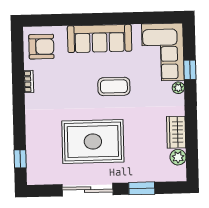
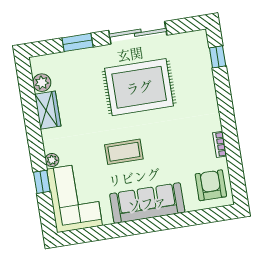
armchair: (41, 47) -> (211, 185), turned 90

